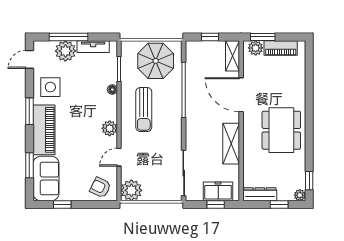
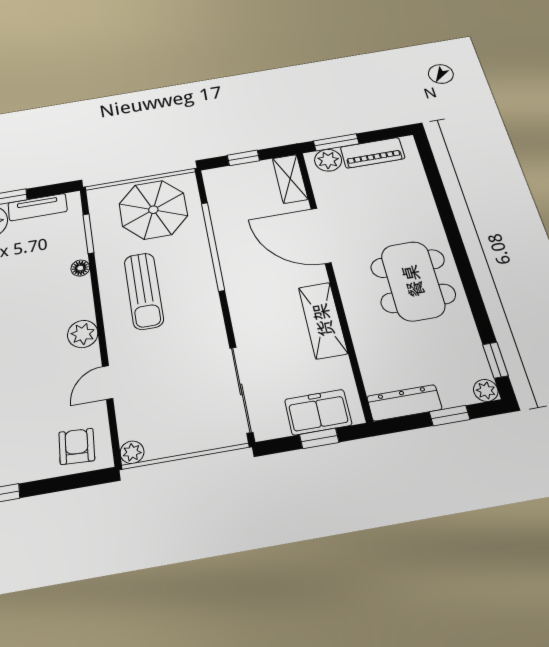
armchair: (100, 187) -> (77, 446), turned 67
plant: (131, 190) -> (132, 452), width x0.53, depth x0.53

